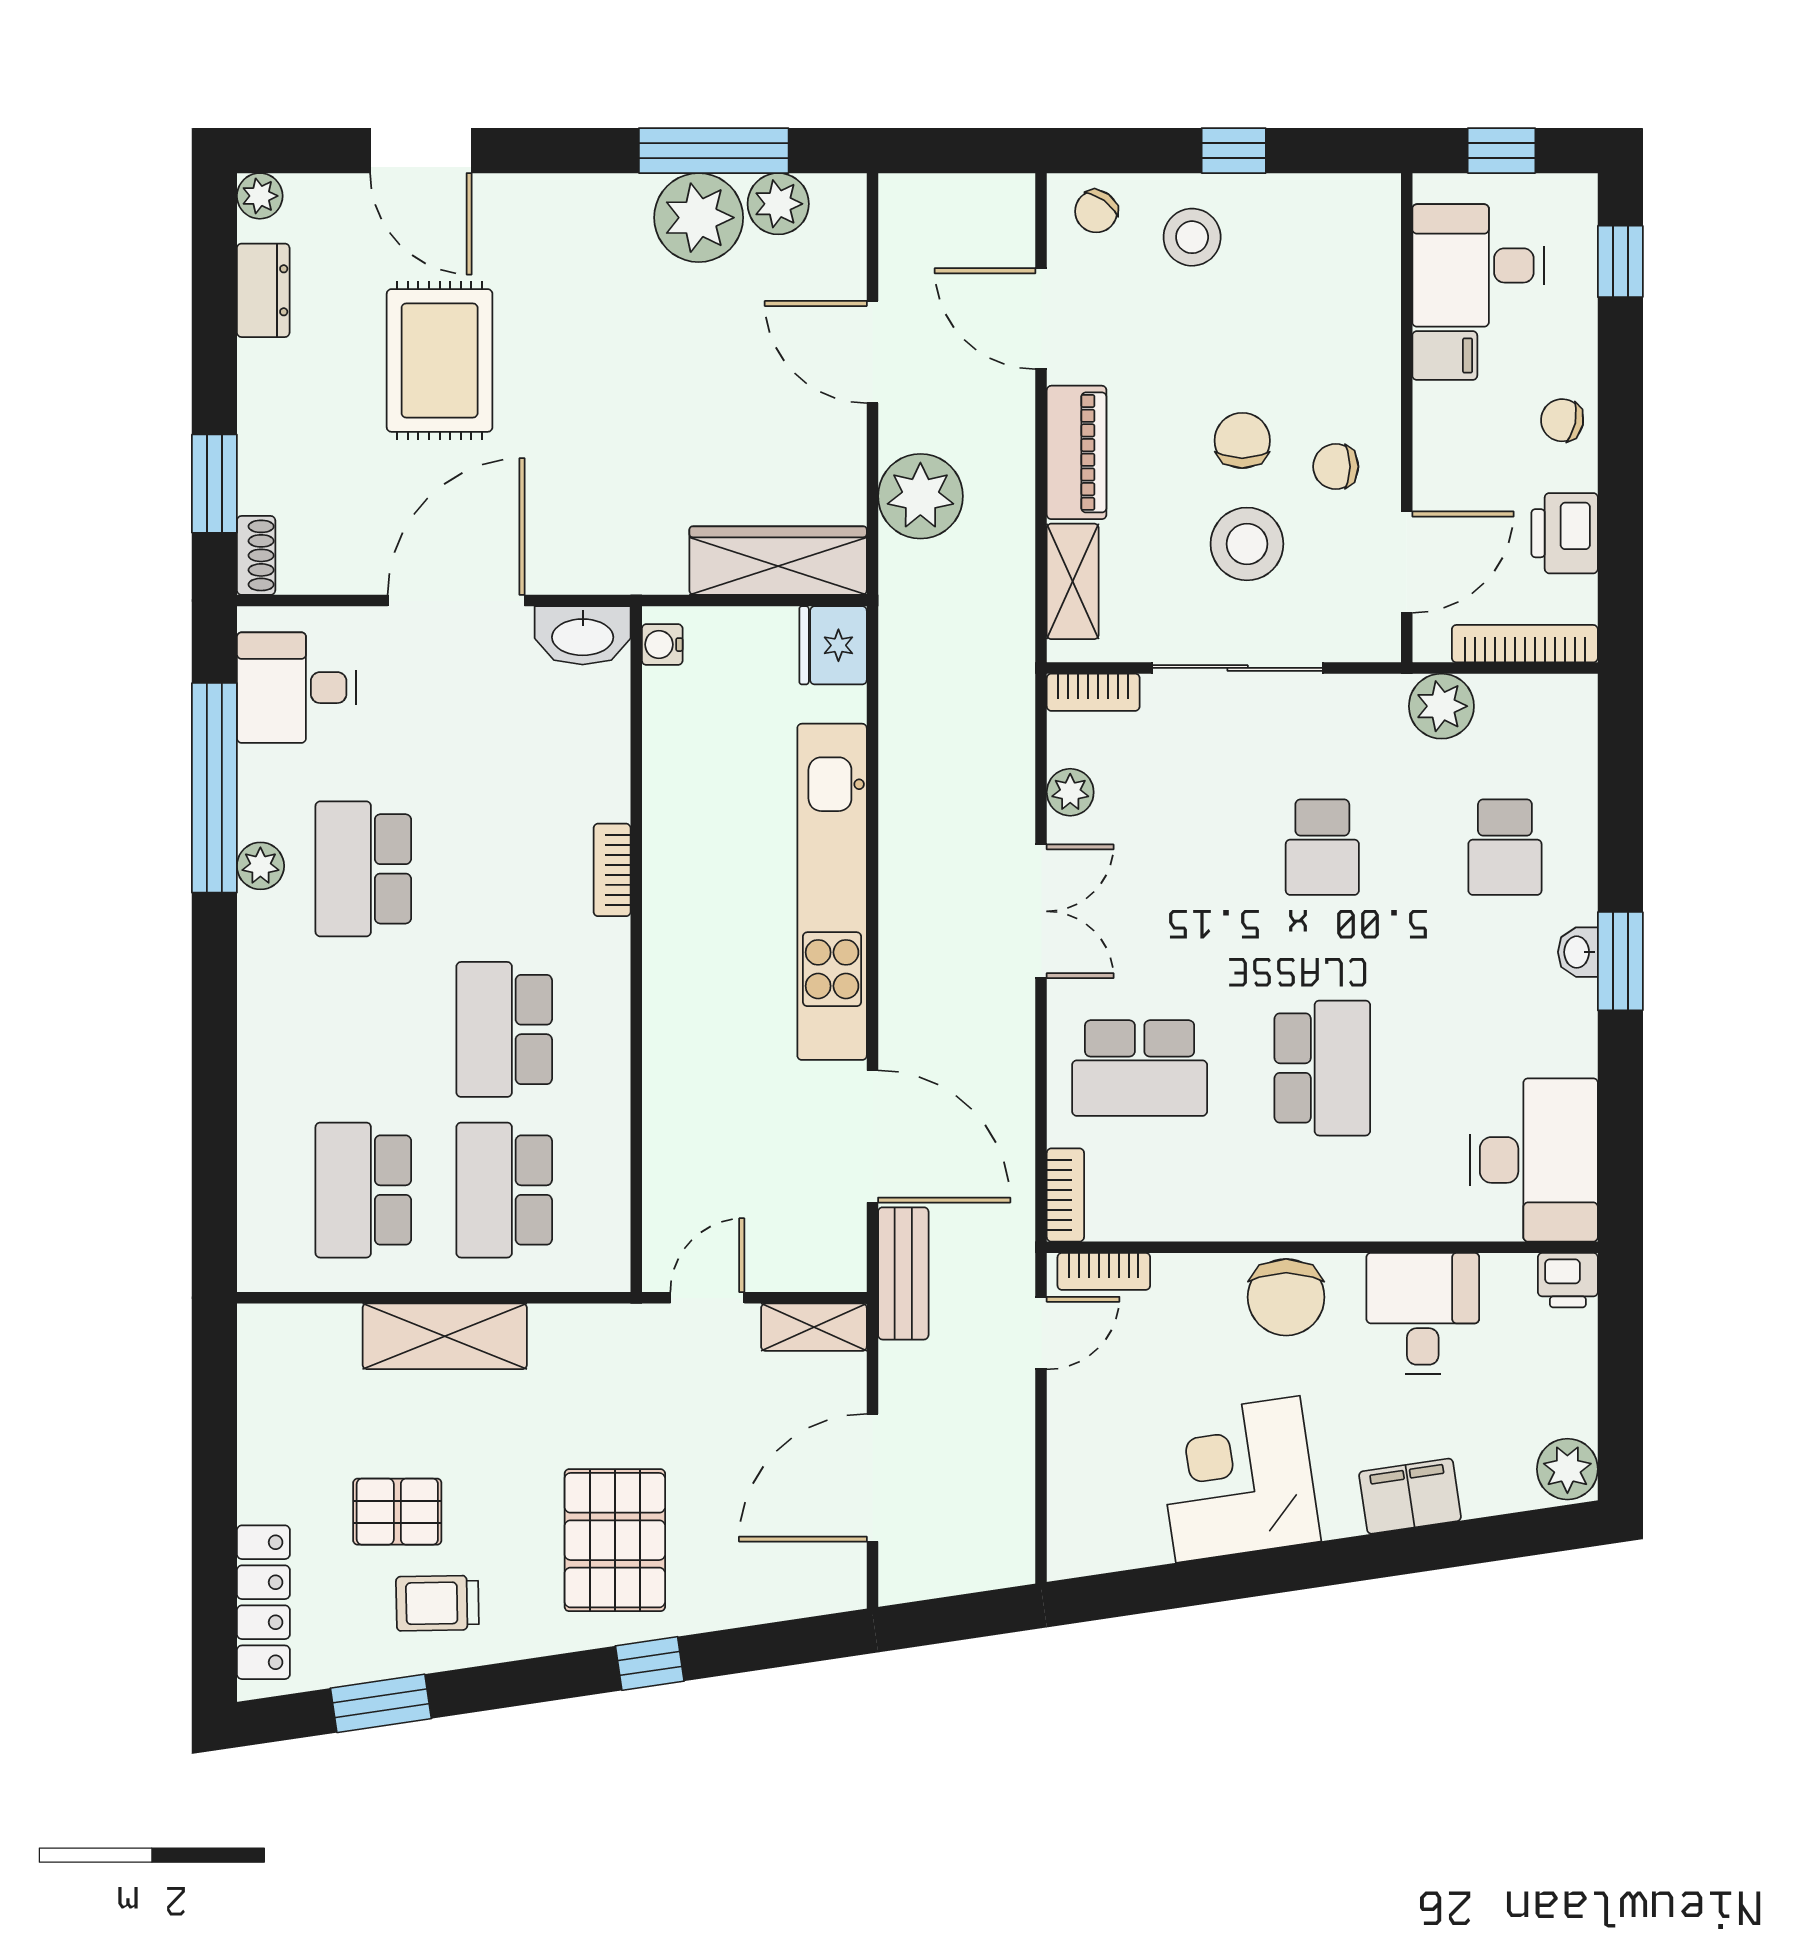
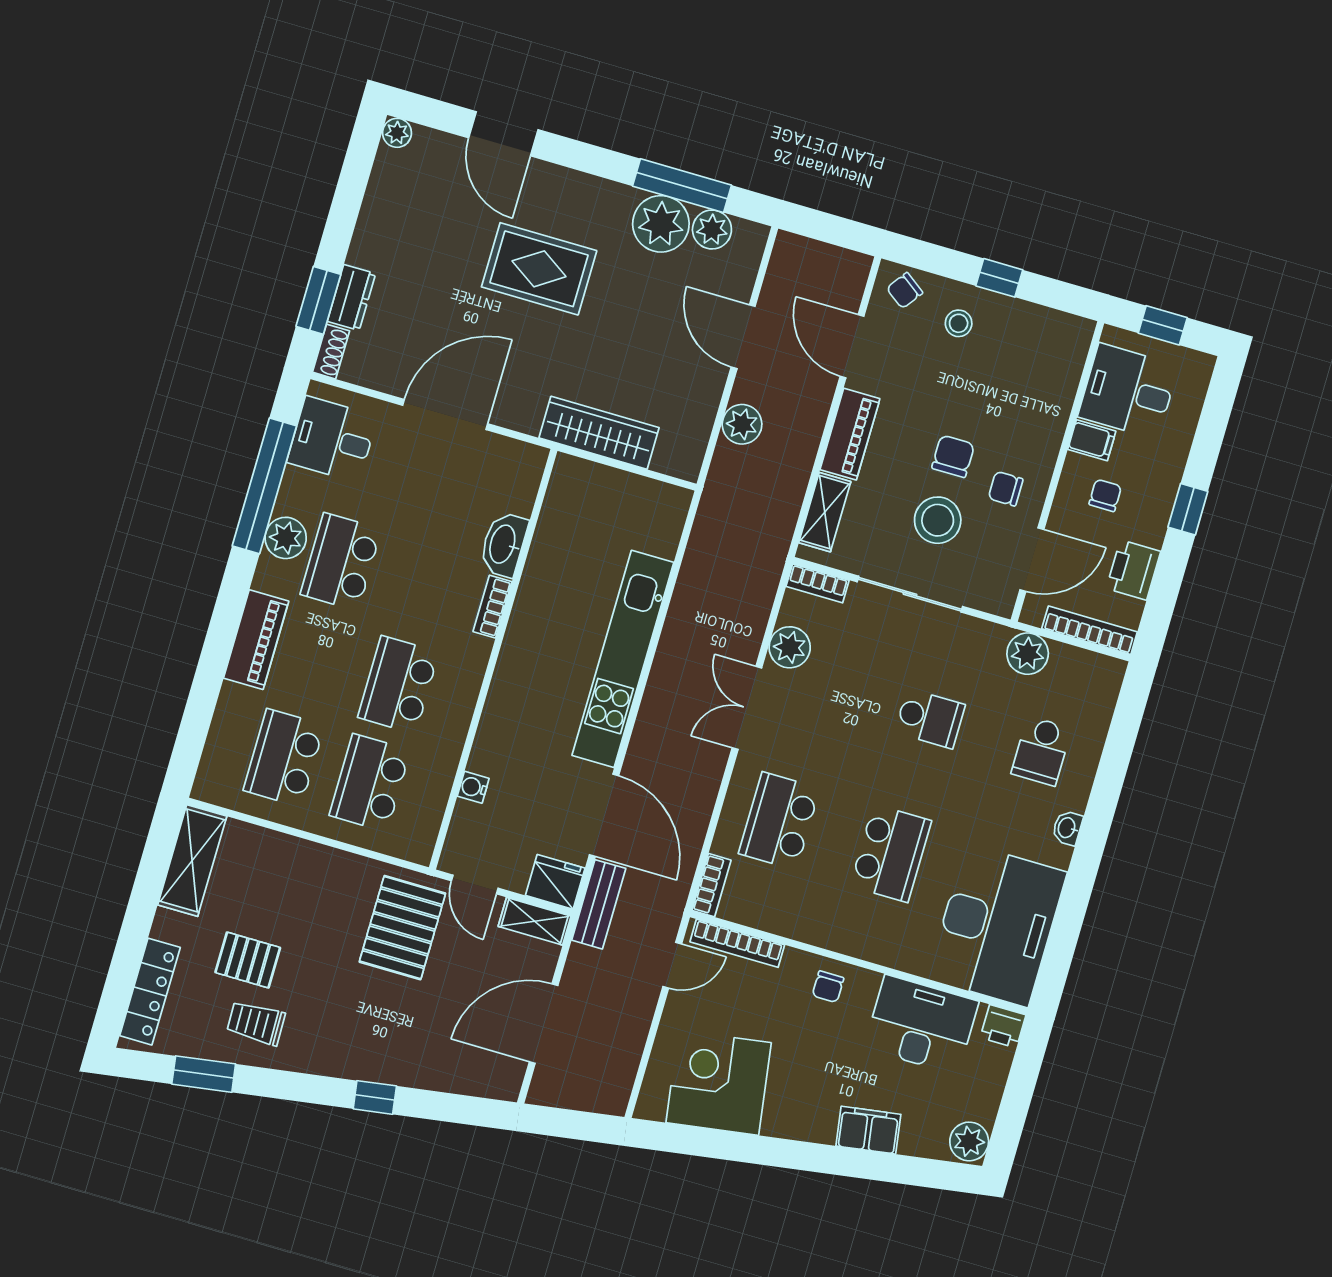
stool: (1192, 237) -> (959, 323), width x0.73, depth x0.73
window: (1620, 261) -> (1188, 509), moved
dresser: (263, 290) -> (351, 297), moved
rug: (440, 360) -> (539, 269), moved, turned 90
chair: (1562, 420) -> (1105, 495), moved, turned 78
plant: (920, 496) -> (742, 424), width x0.73, depth x0.73
wardrobe: (778, 561) -> (599, 433), moved
washbasin: (583, 635) -> (503, 544), moved, turned 90
water cooler: (662, 645) -> (473, 787), moved
fridge: (833, 645) -> (555, 882), moved, turned 90
plant: (1070, 792) -> (790, 647), width x1.38, depth x1.38
school desk: (1322, 847) -> (930, 719), turned -90
plant: (260, 866) -> (286, 538), width x1.38, depth x1.38
double door: (1041, 911) -> (747, 708), swing flipped
window: (1620, 961) -> (1092, 841), removed
piano: (269, 1024) -> (256, 640), added
school desk: (1140, 1068) -> (779, 821), turned 90
desk: (1534, 1160) -> (997, 925), width x1.36, depth x1.30
bookcase: (1104, 1271) -> (737, 943), width x1.56
chair: (1286, 1297) -> (828, 987), width x0.54, depth x0.54
door: (707, 1298) -> (475, 885), swing flipped
desk: (1423, 1314) -> (921, 1025), width x1.37
shelving: (445, 1336) -> (192, 861), moved, turned 90
corner desk: (1238, 1479) -> (719, 1083), moved
pallet: (615, 1540) -> (402, 928), moved

